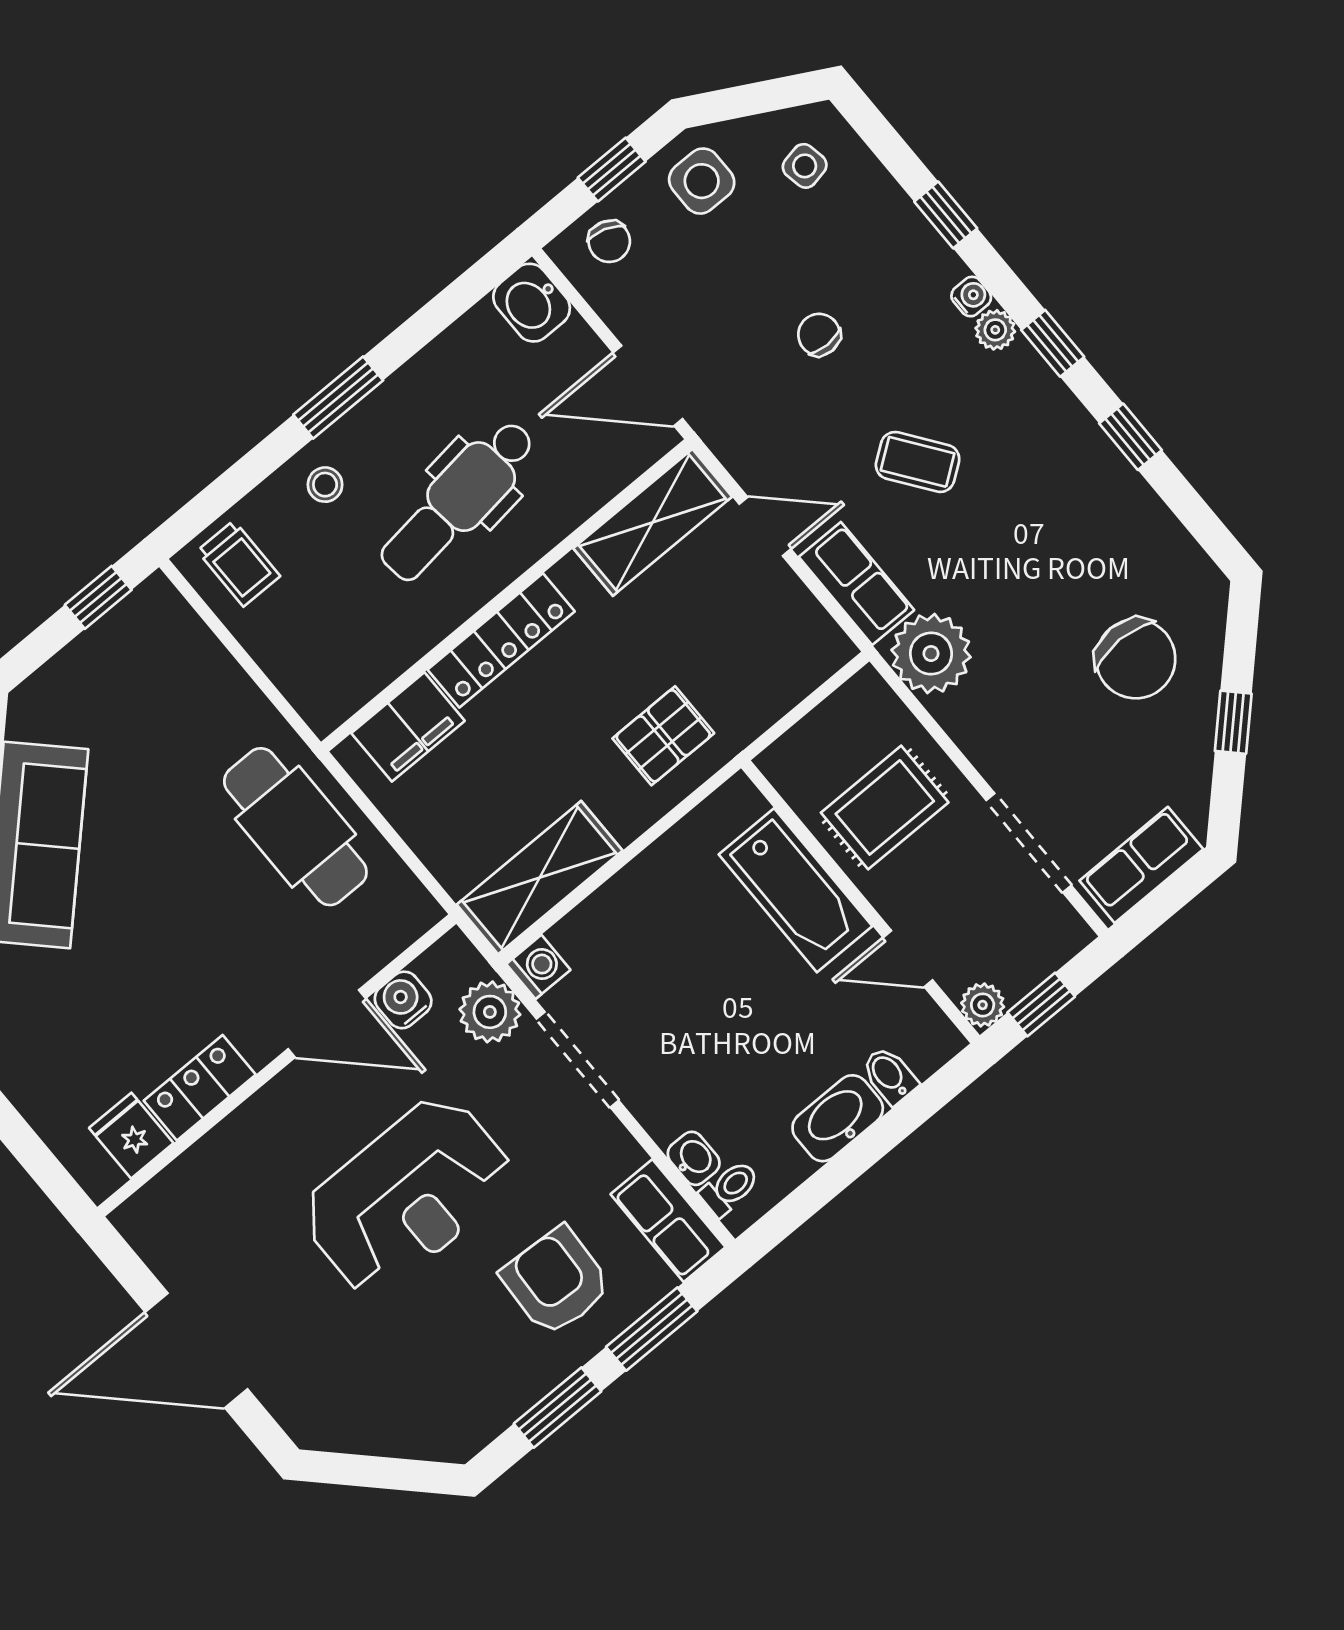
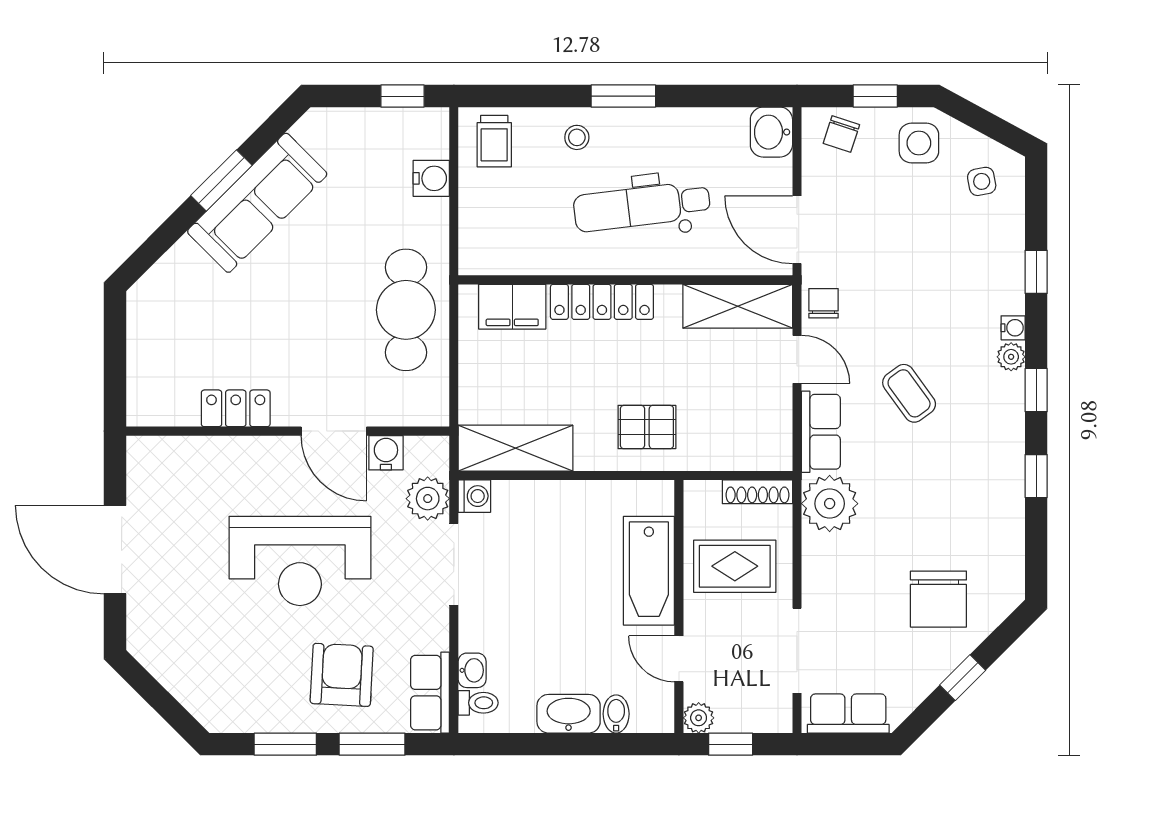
chair: (819, 335) -> (823, 303), moved
water cooler: (204, 661) -> (431, 178), added
shoe rack: (842, 706) -> (757, 492), added
fridge: (131, 1136) -> (177, 403), removed

